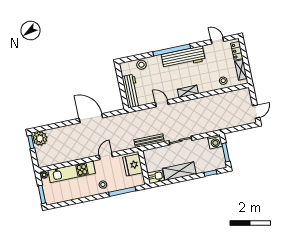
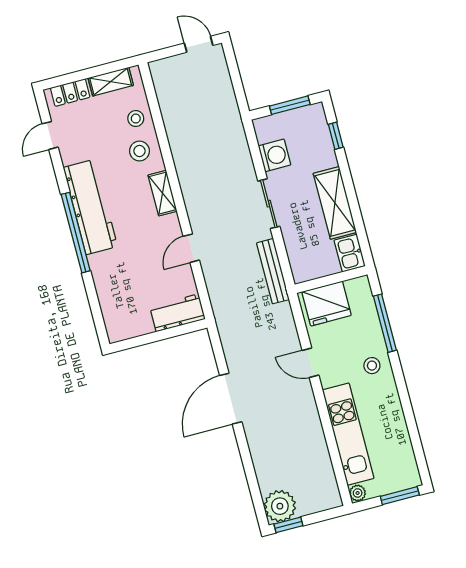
stool: (141, 65) -> (139, 151), moved
workbench: (131, 91) -> (177, 313), width x0.73
washing machine: (215, 142) -> (274, 155), moved

